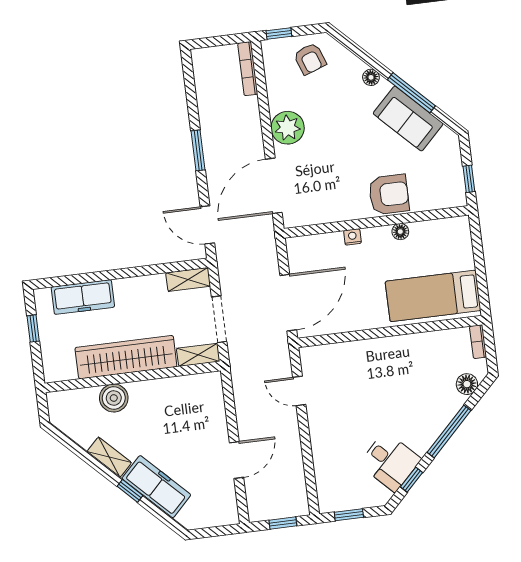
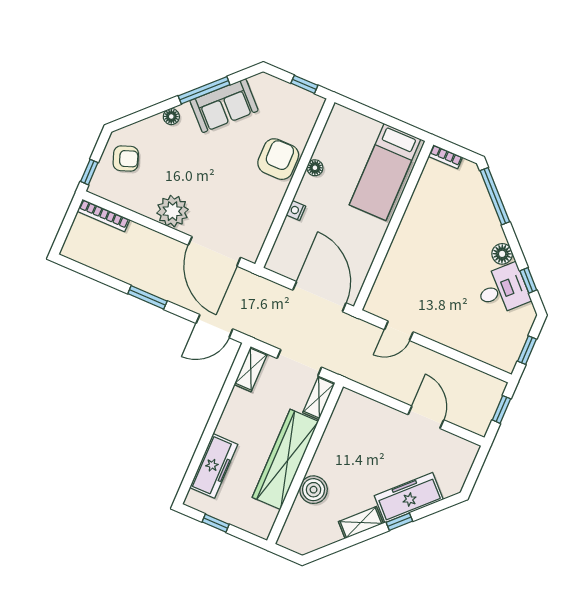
floor lamp: (467, 384) -> (502, 254), moved
window: (449, 431) -> (495, 196), moved

